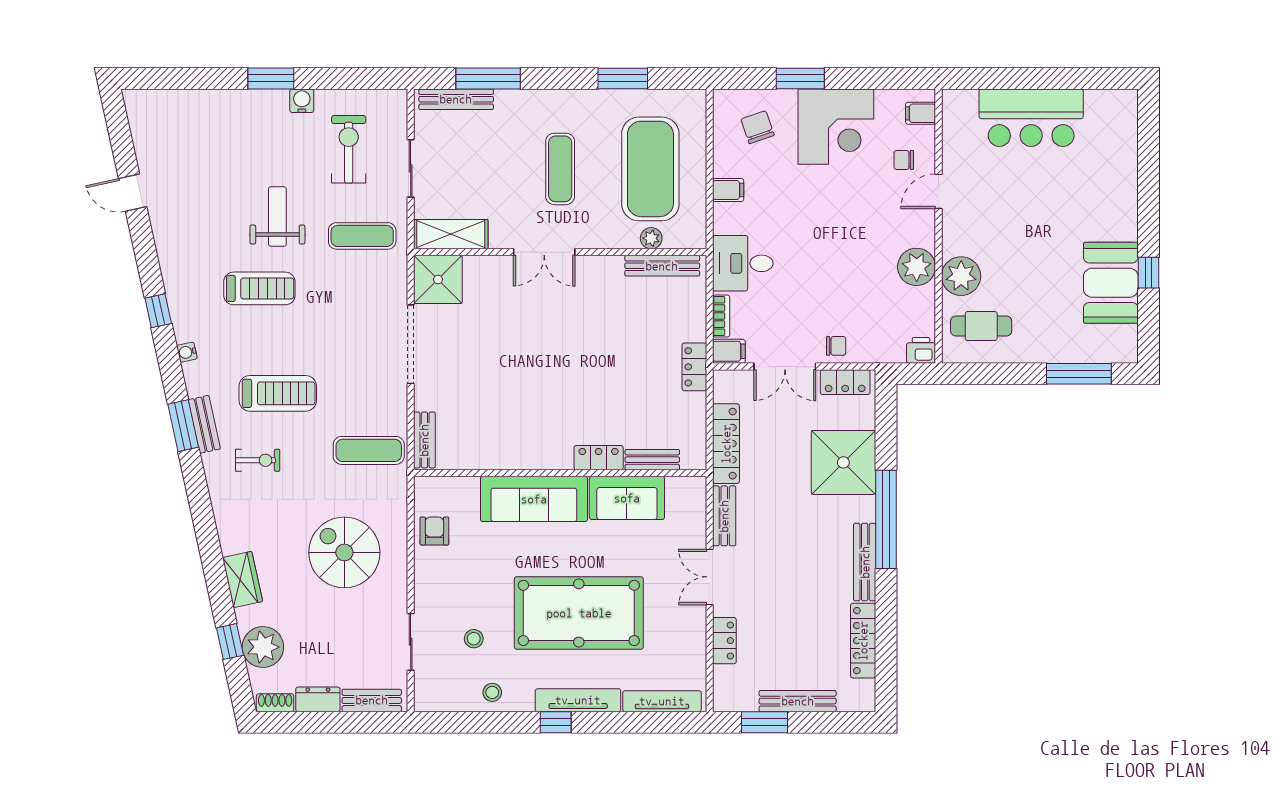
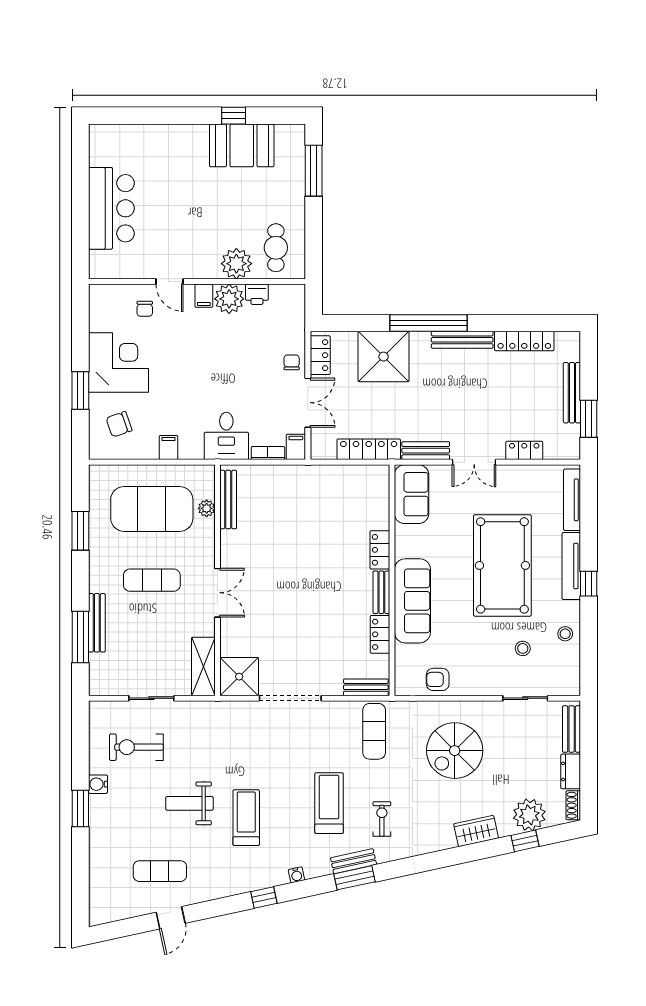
bench: (456, 99) -> (97, 623), moved
filing cabinet: (920, 113) -> (204, 296), moved
exercise mat: (362, 236) -> (160, 871), moved, turned 90
printer: (921, 350) -> (257, 294), moved, turned -90
locker: (694, 367) -> (380, 634), moved, turned 90
bench: (652, 460) -> (381, 592), moved
sofa: (627, 498) -> (412, 494), moved

